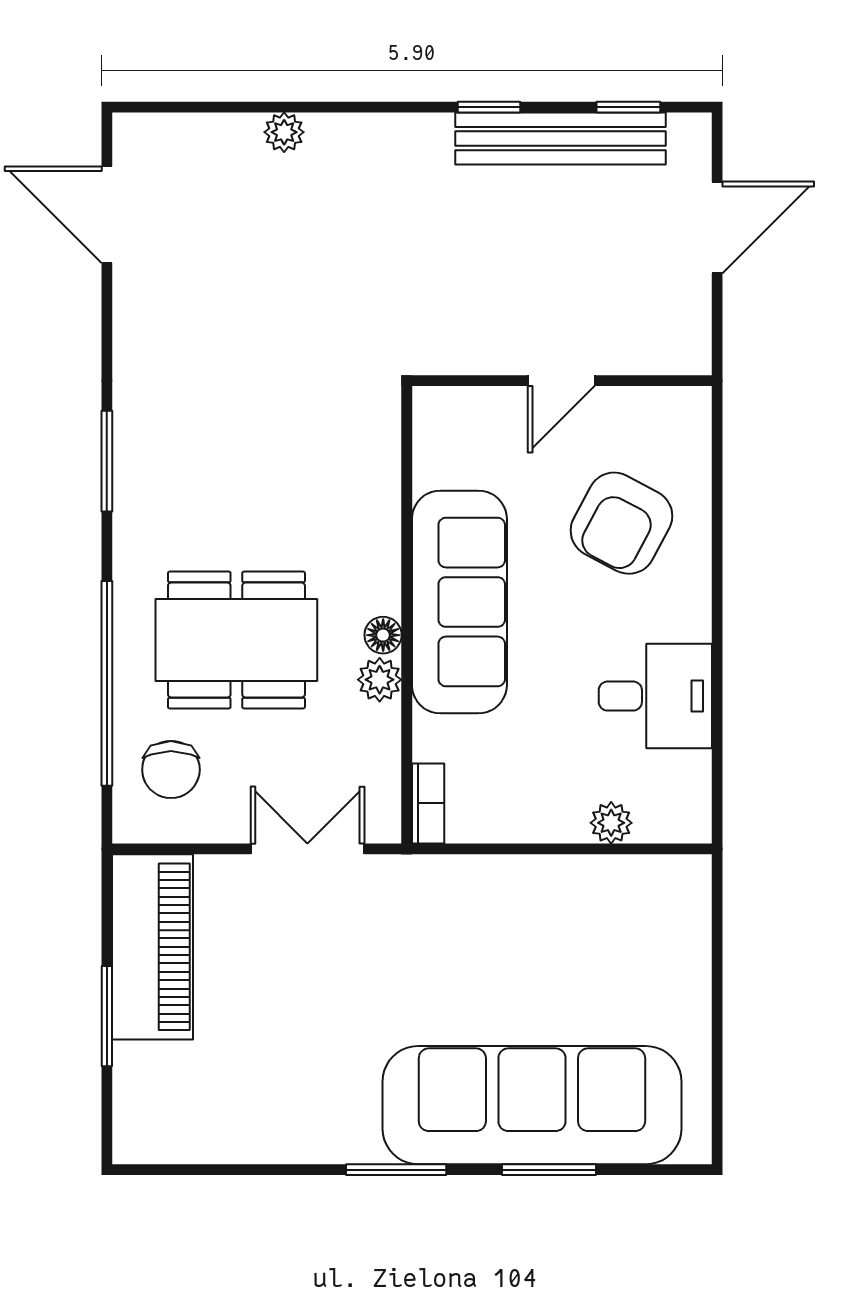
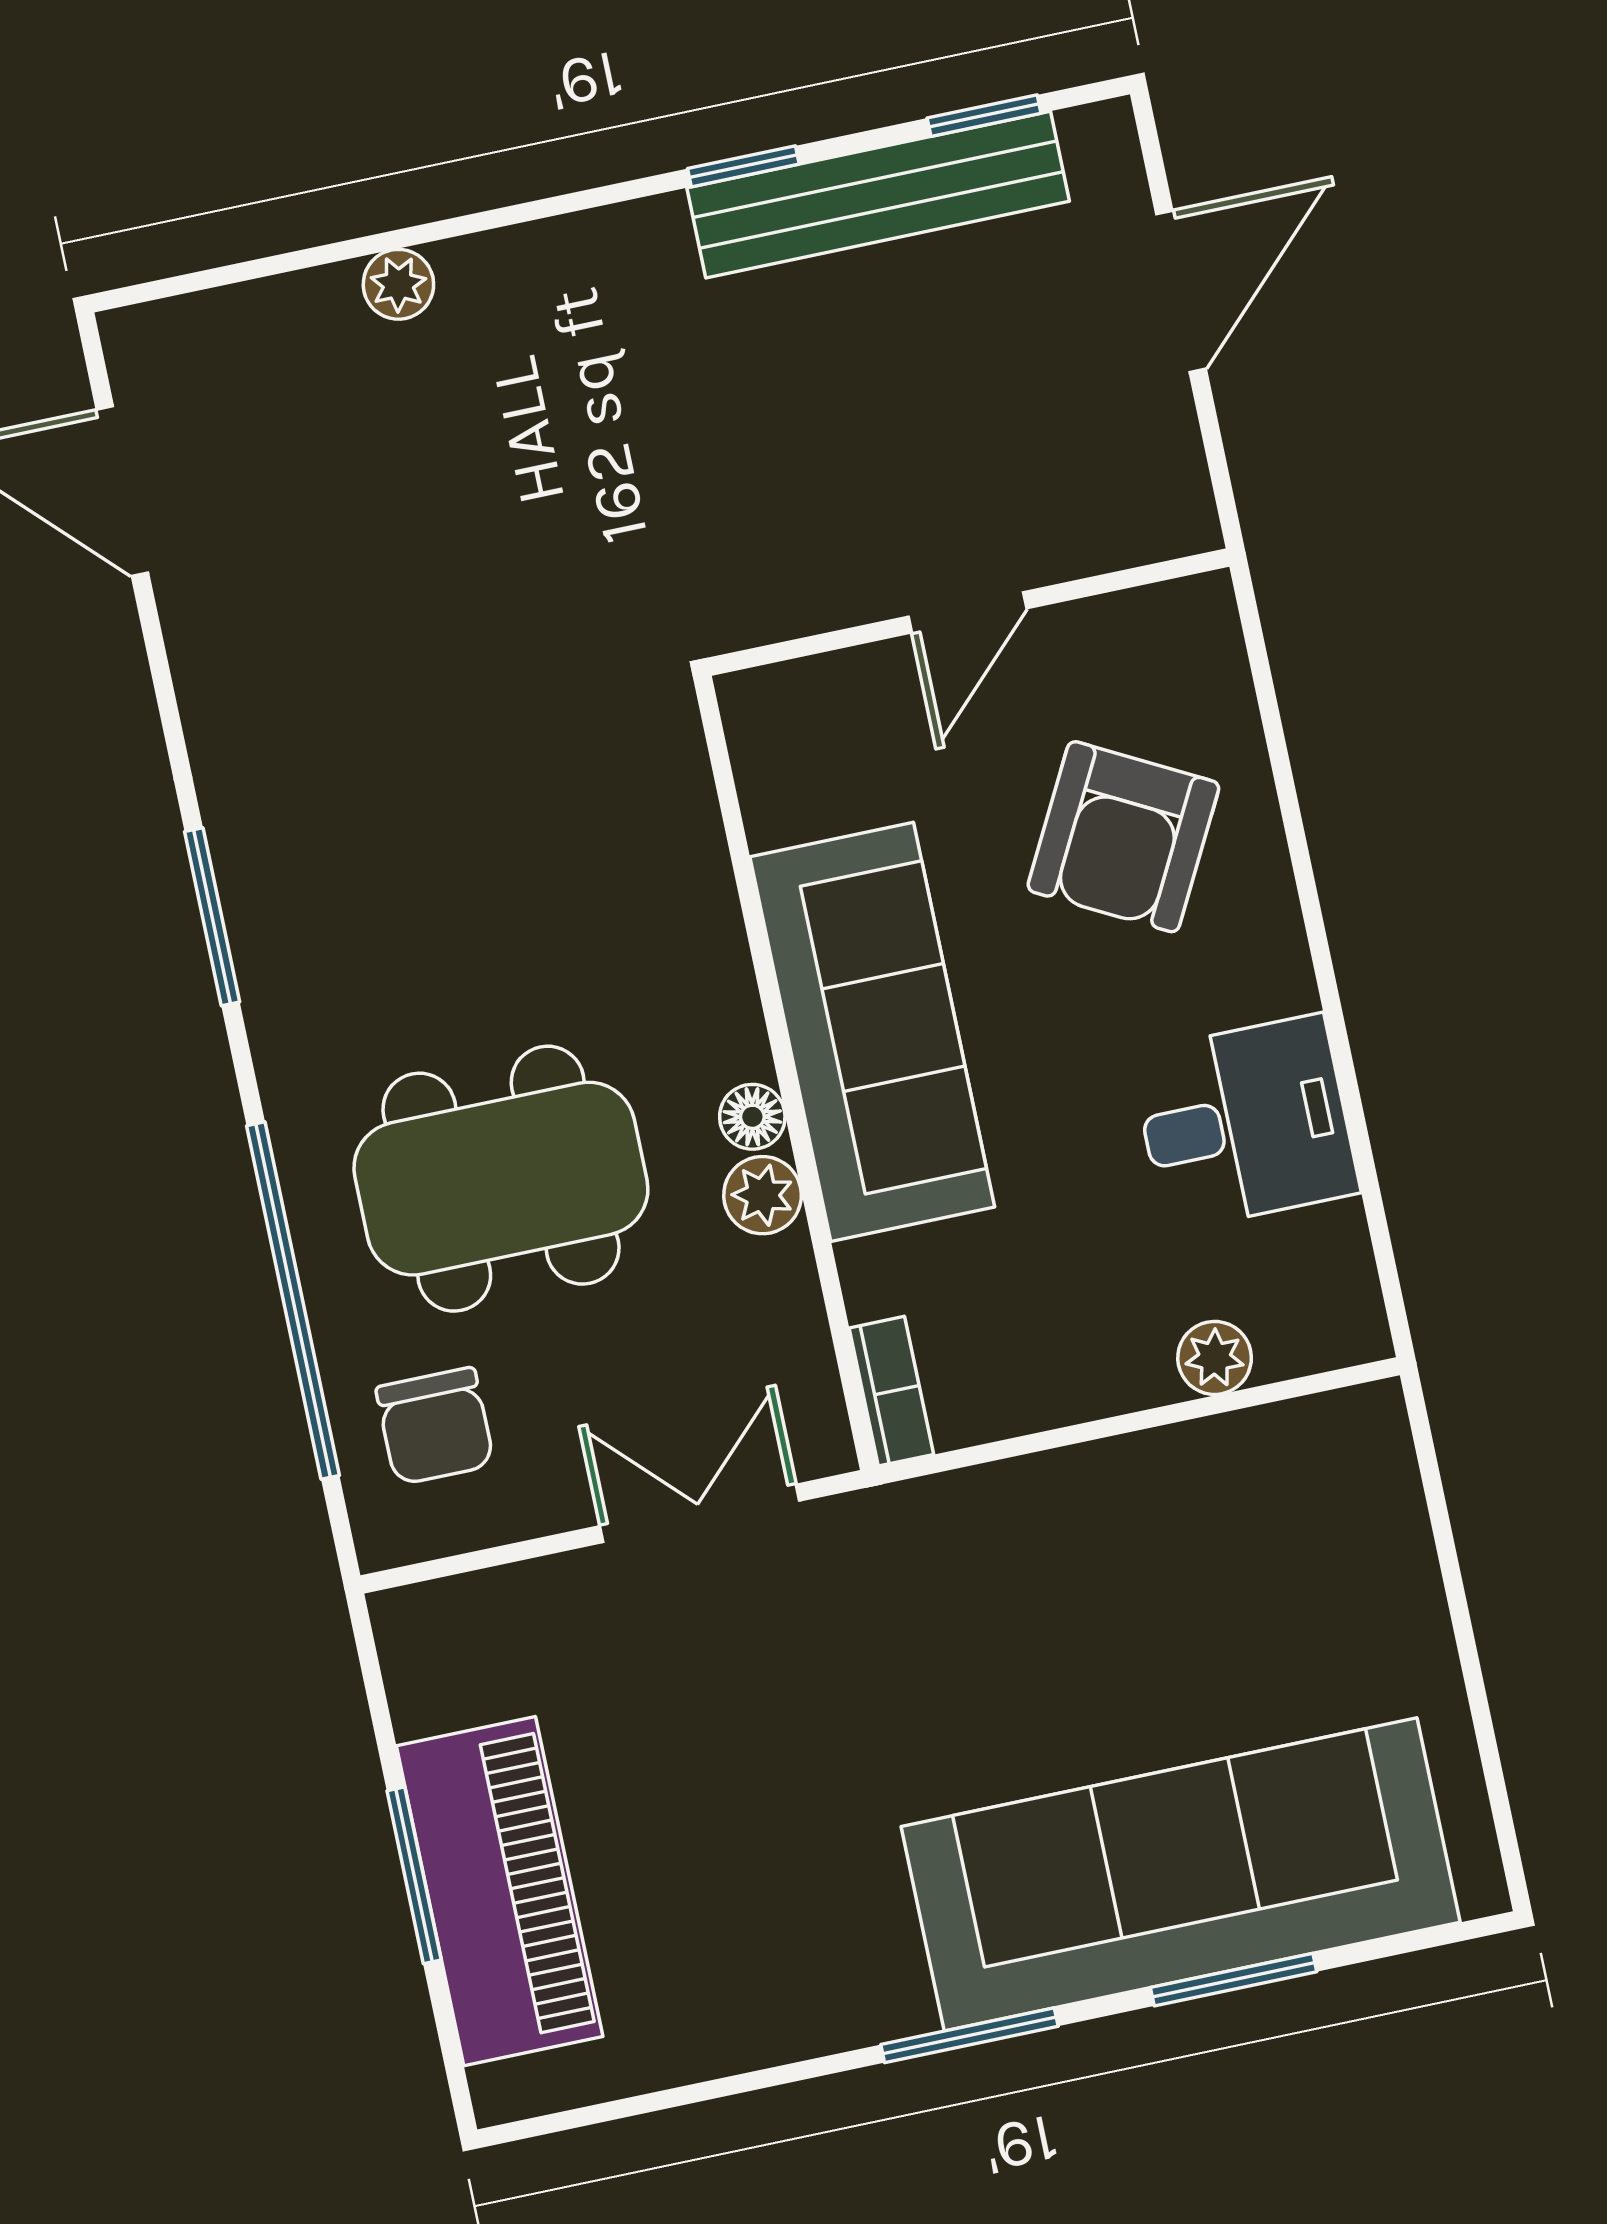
piano: (152, 947) -> (500, 1891), moved

